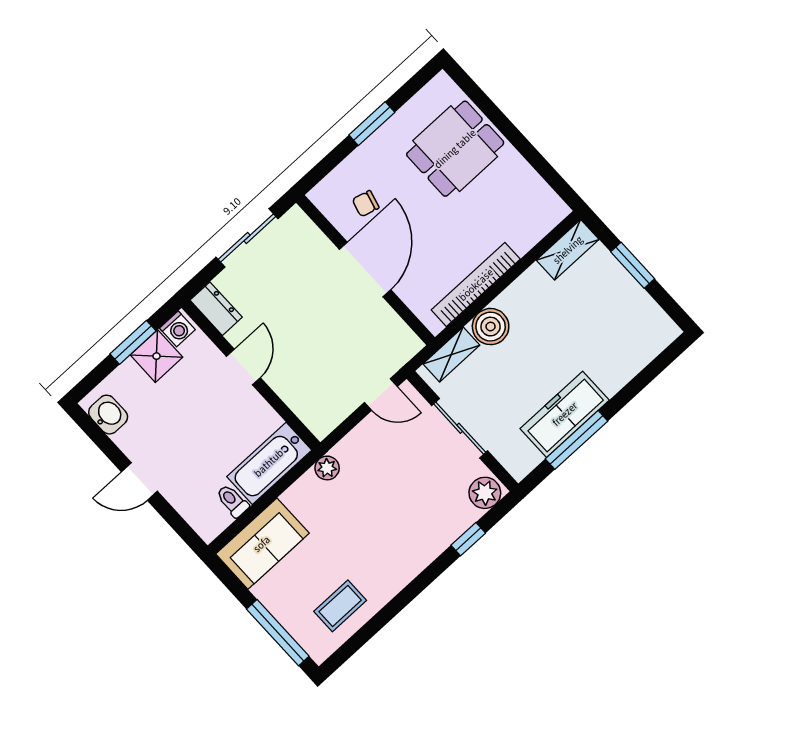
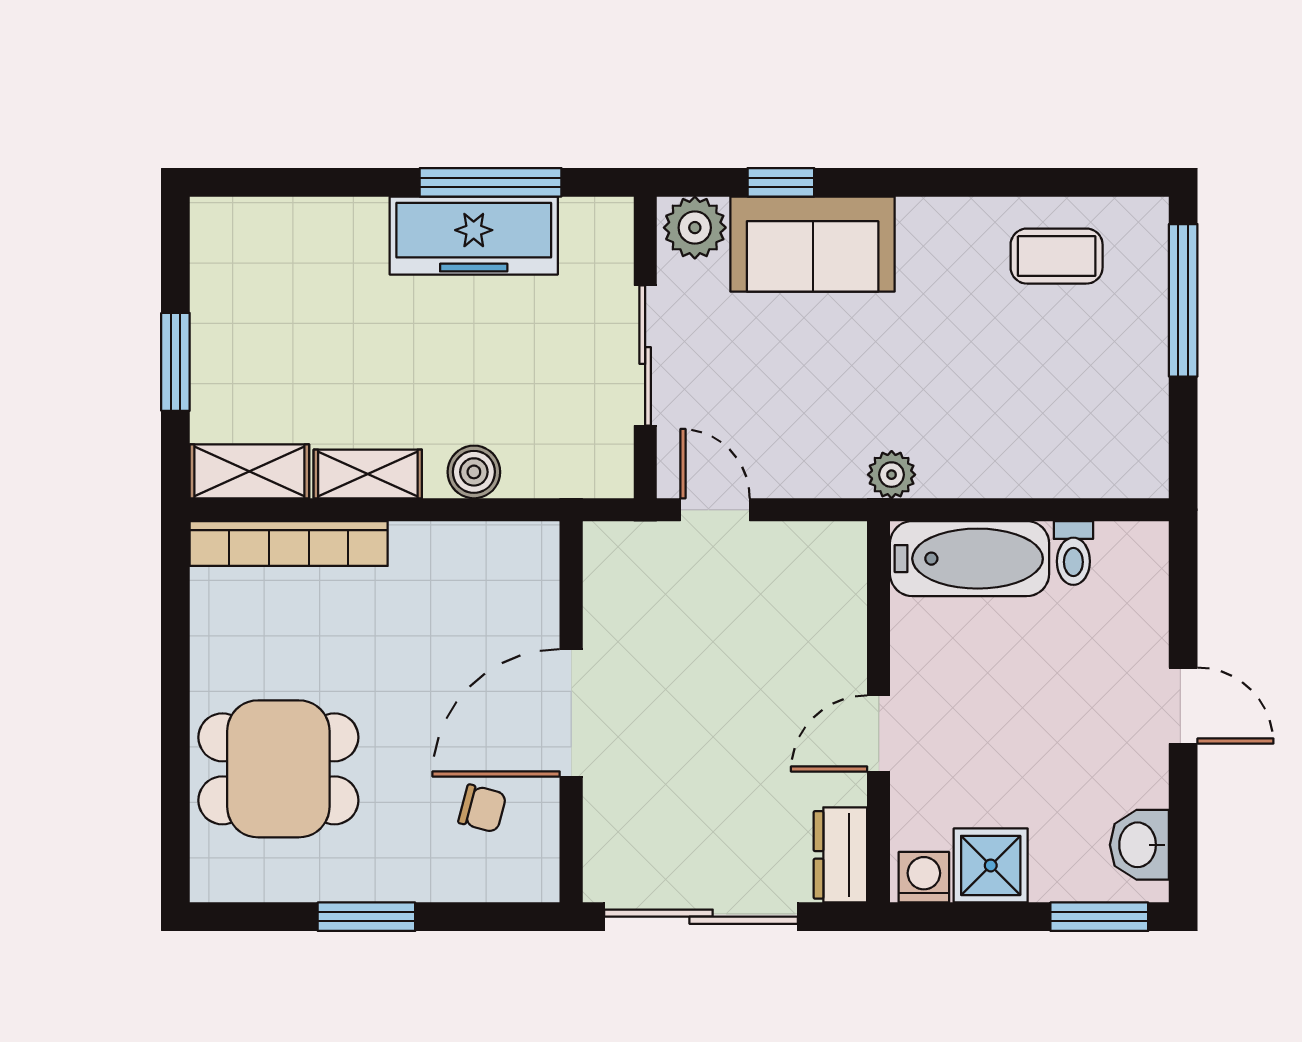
sliding door: (247, 238) -> (701, 917), width x1.37
bookcase: (476, 285) -> (289, 544), moved
boiler: (491, 327) -> (474, 472), width x0.73, depth x0.73
window: (133, 342) -> (1099, 917), moved
shelving: (451, 355) -> (368, 474), moved
sofa: (262, 544) -> (813, 244), moved, turned 180

